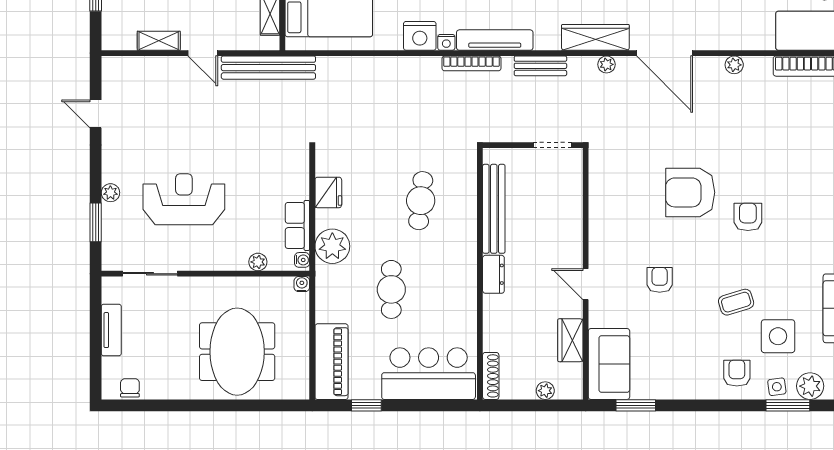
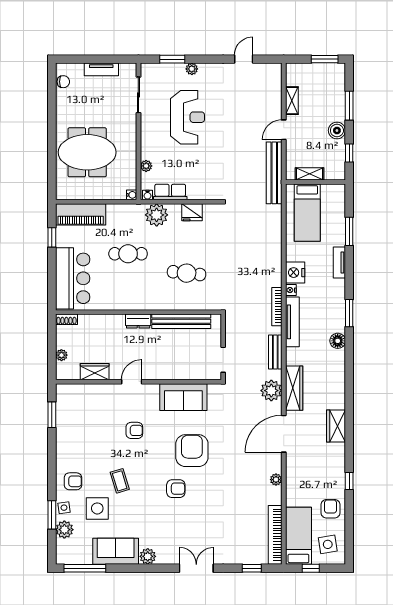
plant: (607, 64) -> (271, 391), width x1.88, depth x1.88
sofa: (609, 364) -> (183, 397), moved
shoe rack: (491, 376) -> (66, 319), width x0.70

